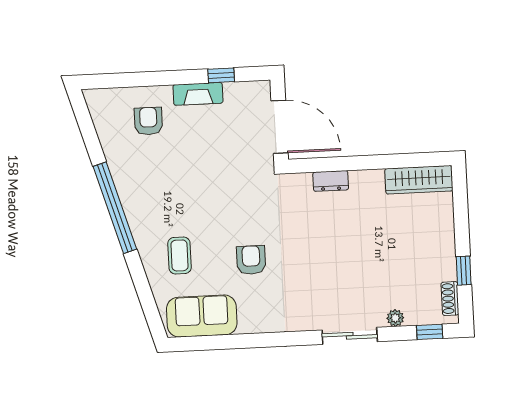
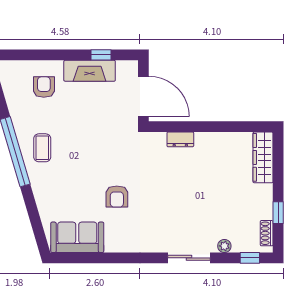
fireplace: (198, 94) -> (90, 71), width x1.37, depth x1.32
wardrobe: (419, 180) -> (263, 157), moved, turned 90
coffee table: (180, 255) -> (42, 148), moved
armchair: (251, 260) -> (117, 196), turned 180

